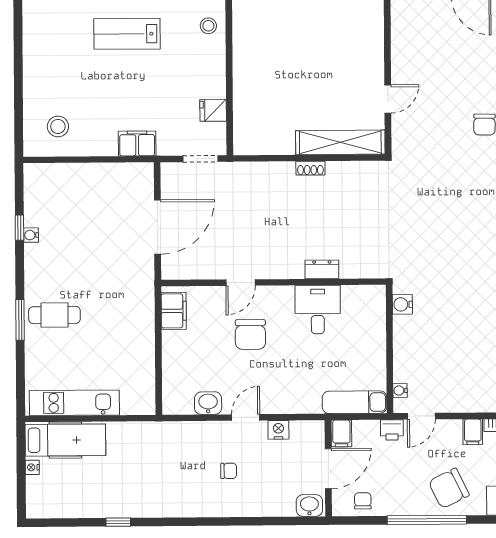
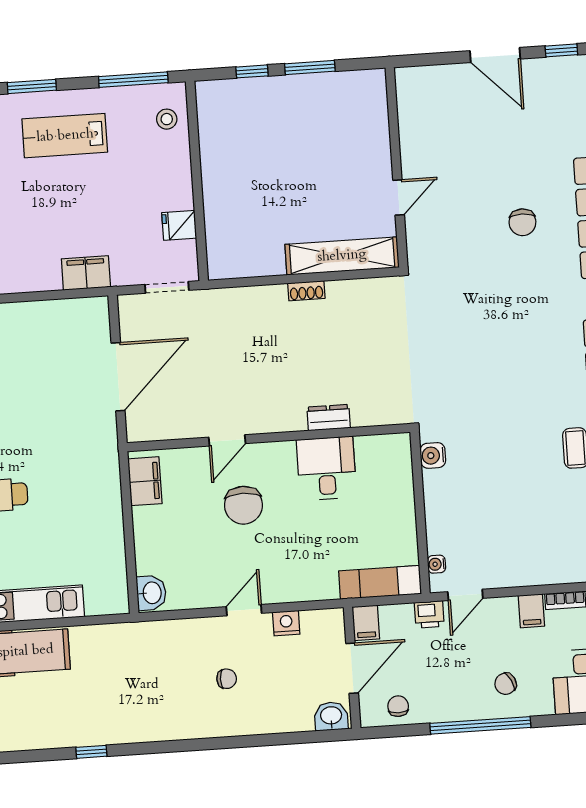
washbasin: (208, 403) -> (151, 593), moved, turned 90
chair: (449, 488) -> (506, 684), width x0.54, depth x0.54

